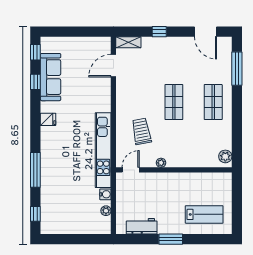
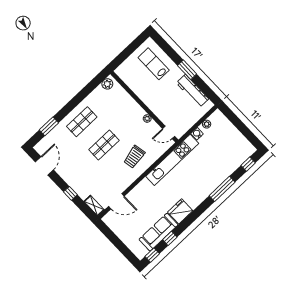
window: (237, 69) -> (49, 126), width x0.69
fridge: (48, 119) -> (180, 211), width x1.88, depth x1.34
trolley: (141, 131) -> (134, 157), moved
workbench: (142, 226) -> (193, 91), width x1.38

